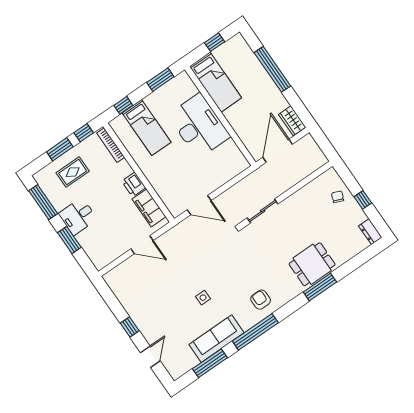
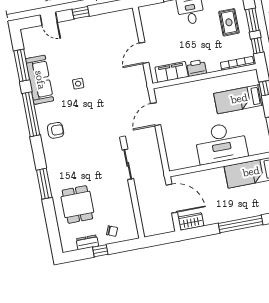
dresser: (370, 232) -> (87, 242), moved
dining table: (312, 264) -> (77, 204), moved

